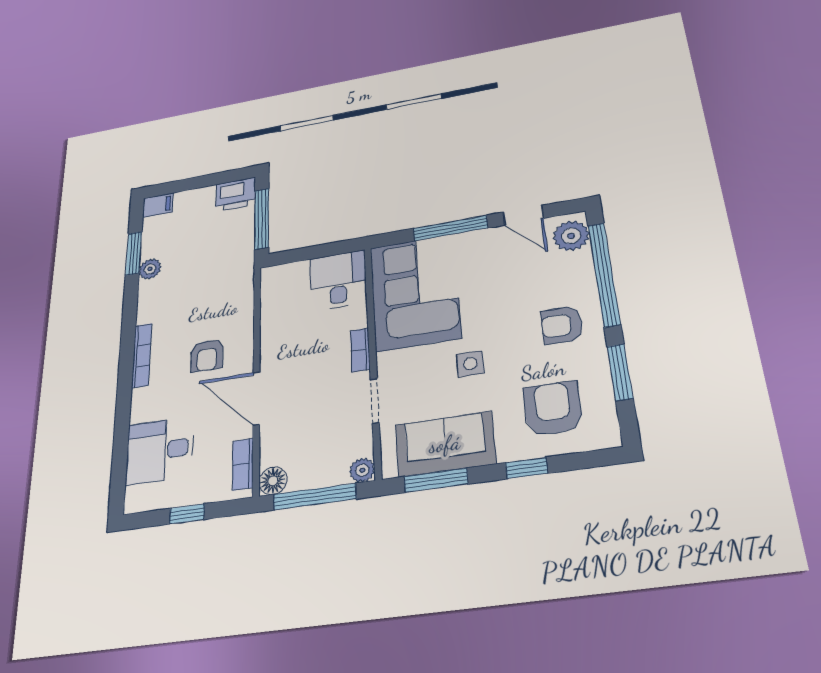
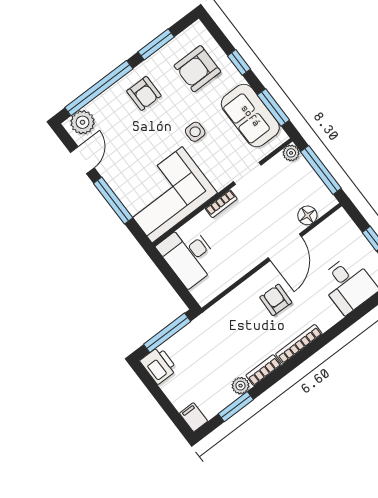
desk: (338, 280) -> (188, 255), width x1.37
armchair: (207, 355) -> (276, 300), turned -88
bookcase: (243, 464) -> (264, 370), moved, turned 180
floor lamp: (273, 481) -> (307, 215), moved

